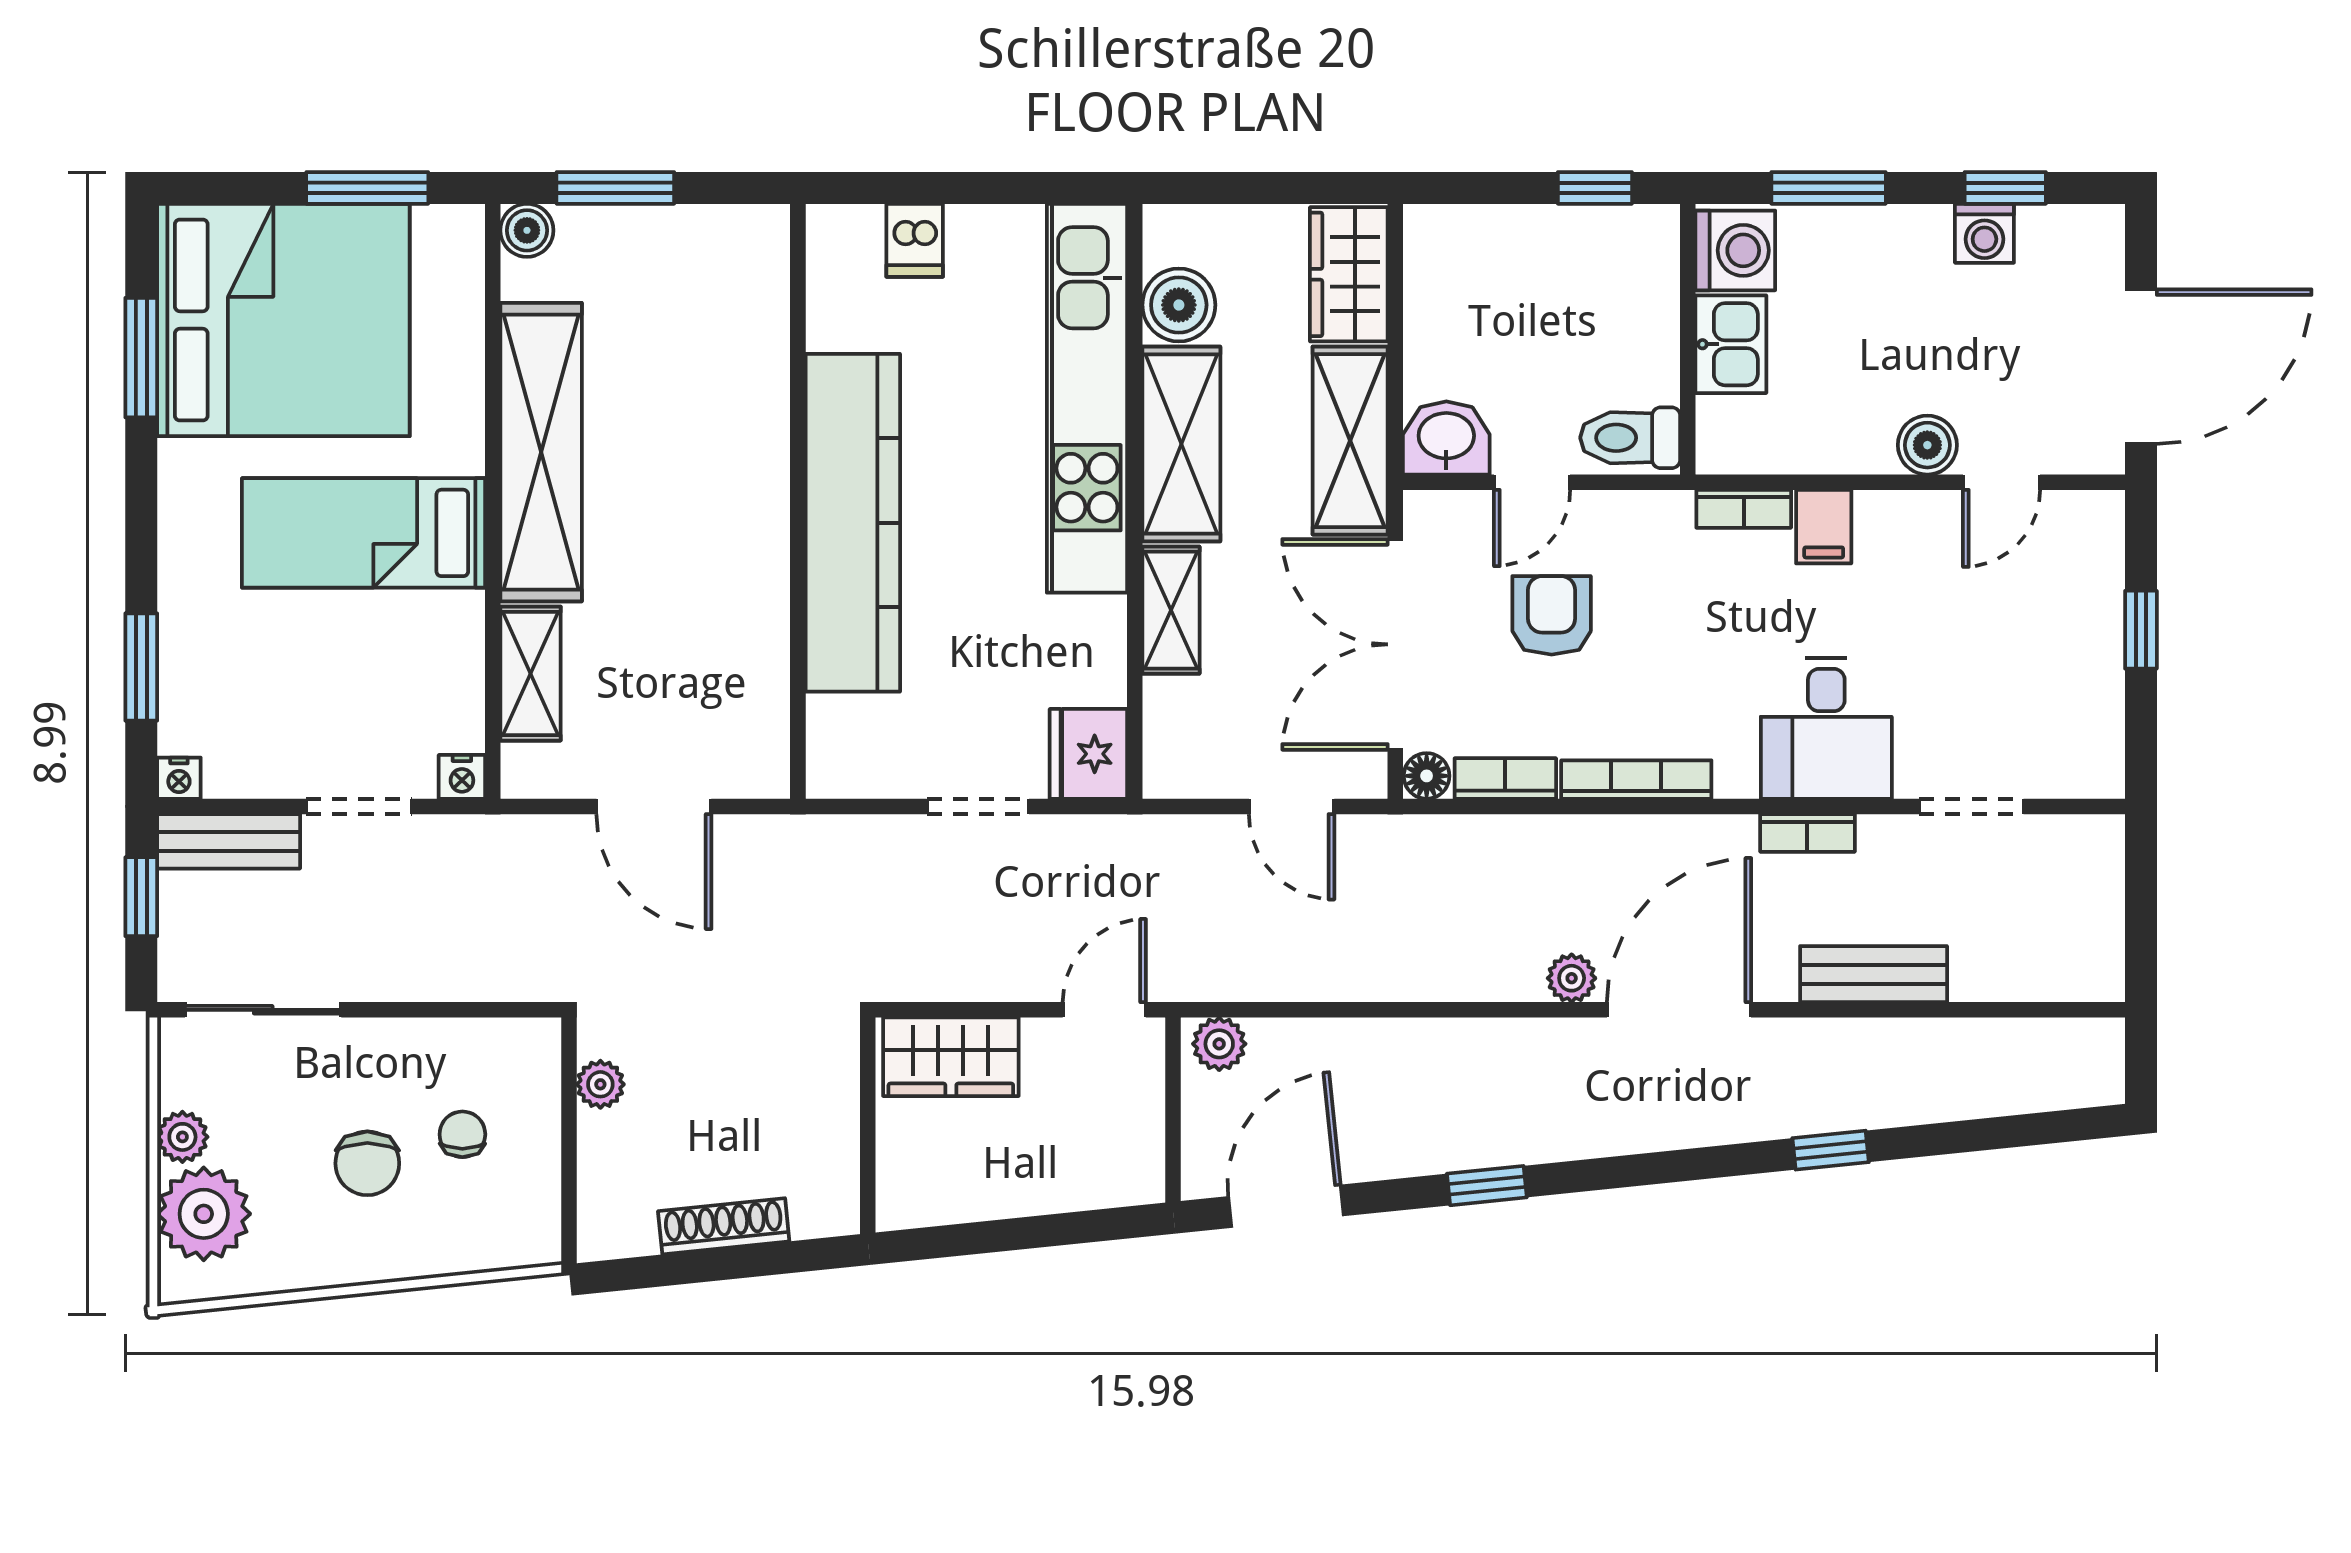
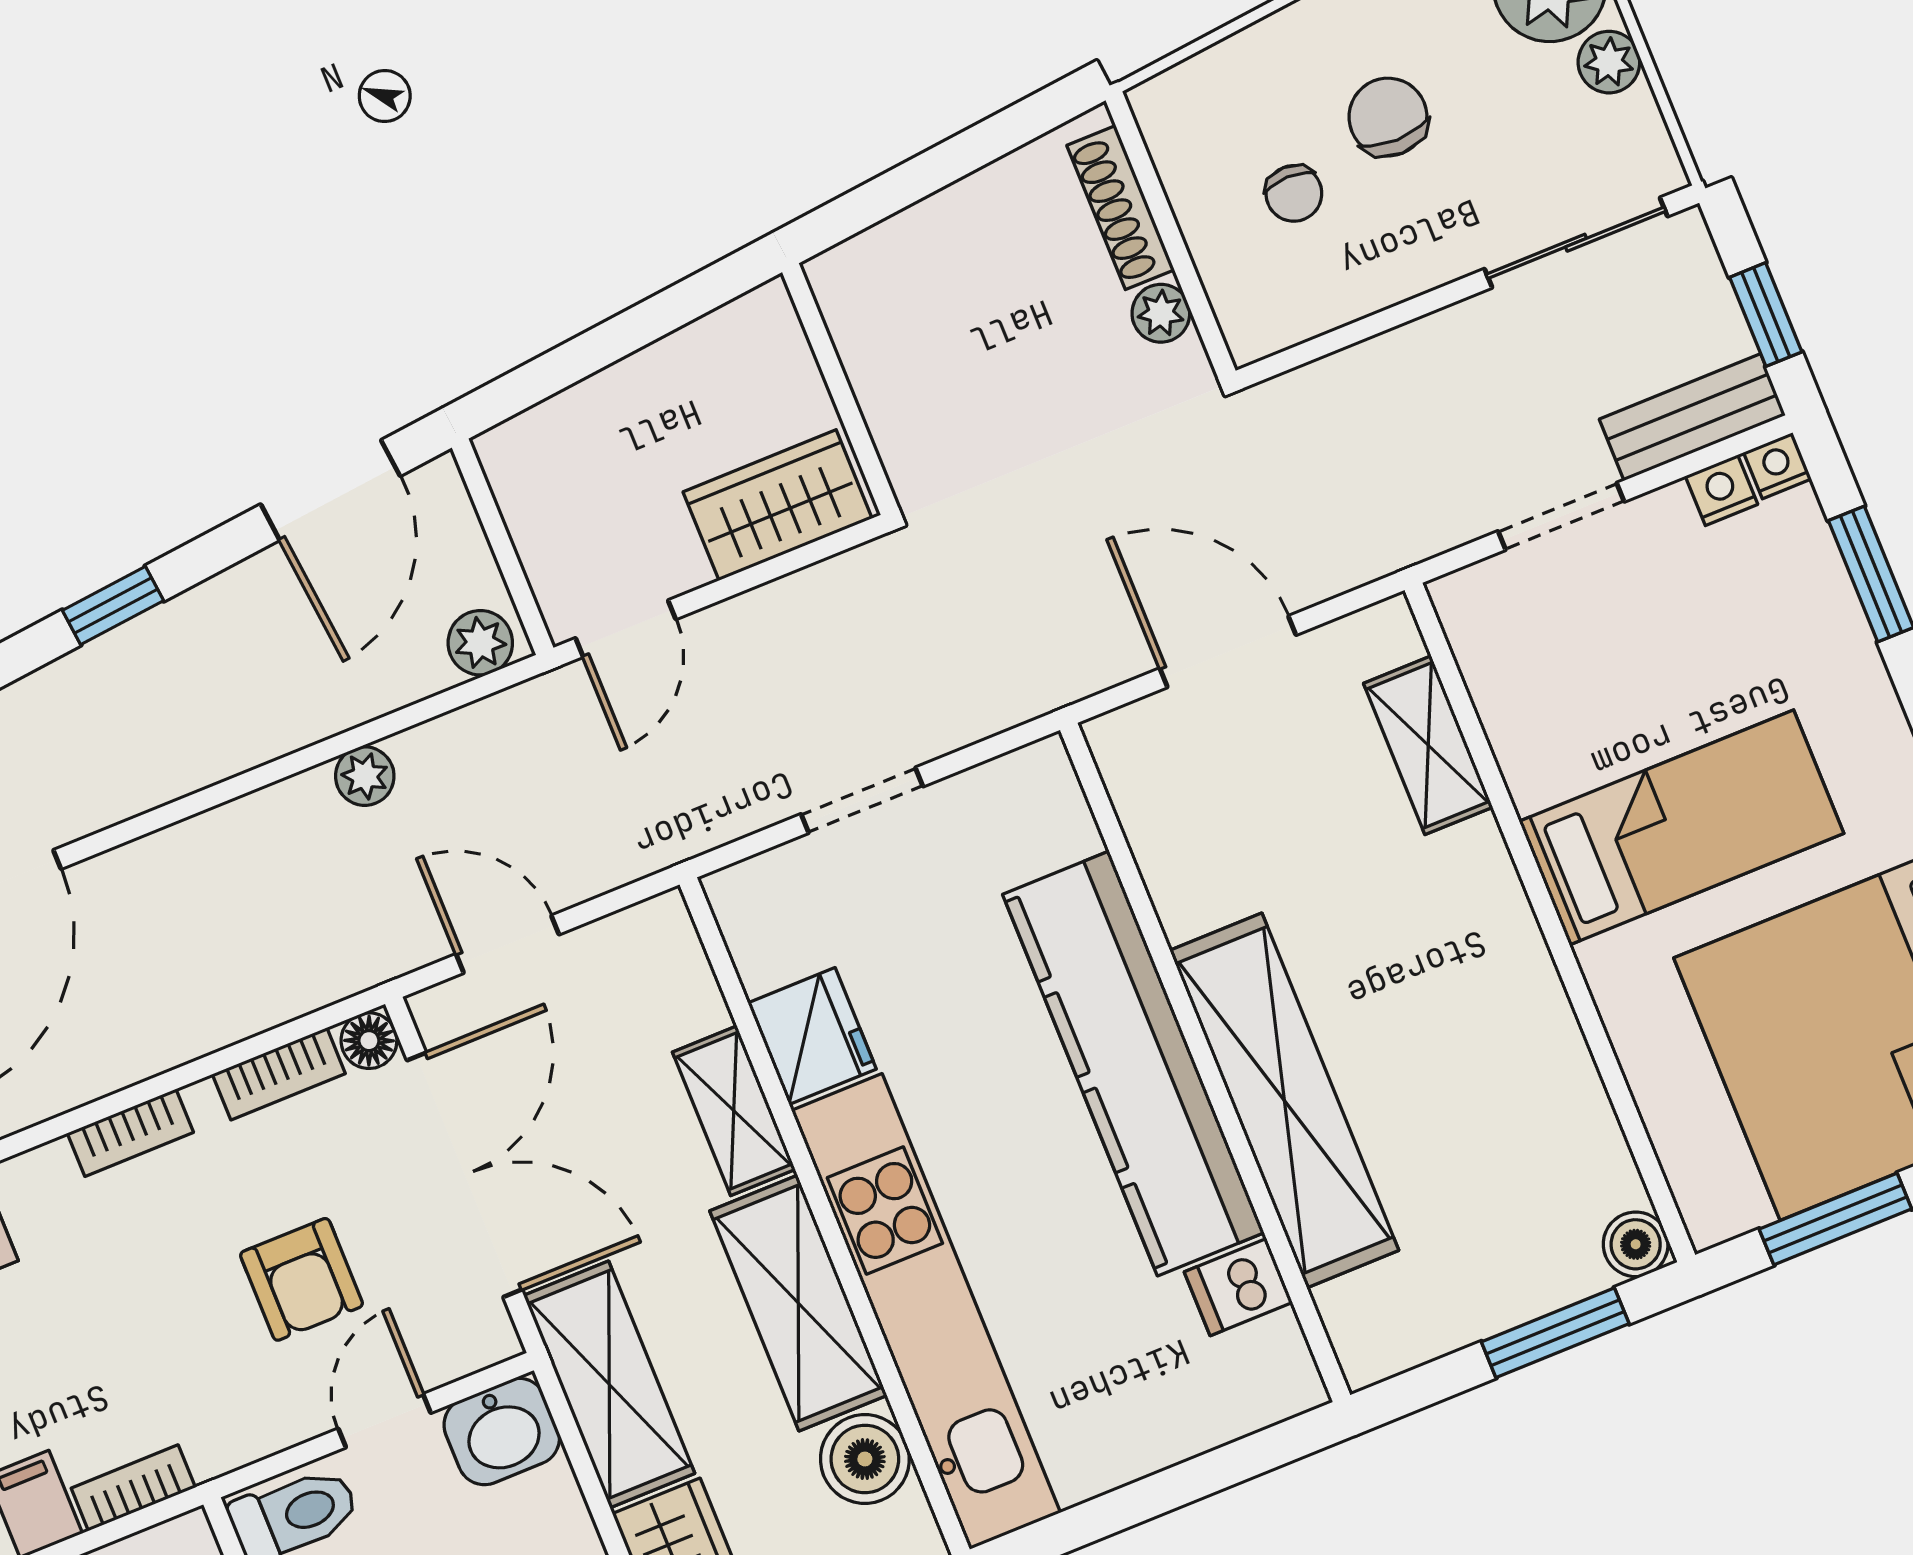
dishwasher: (915, 240) -> (1238, 1287), moved, turned -90
shelving: (541, 452) -> (1284, 1100), moved
fridge: (1088, 754) -> (812, 1036), moved
nightstand: (462, 777) -> (1721, 490), moved
bookcase: (1636, 780) -> (130, 1133), width x0.64
plant: (1572, 978) -> (365, 776), moved
shoe rack: (724, 1226) -> (1121, 208), moved, turned 96

